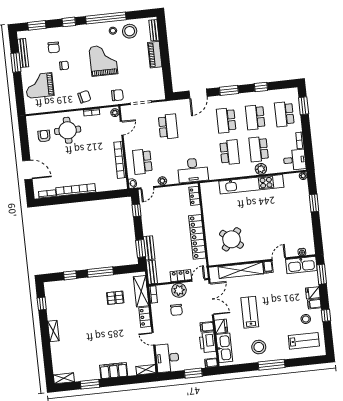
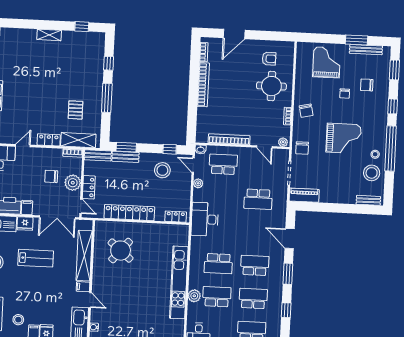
piano: (155, 55) -> (304, 195), moved
stool: (156, 214) -> (162, 170), added

